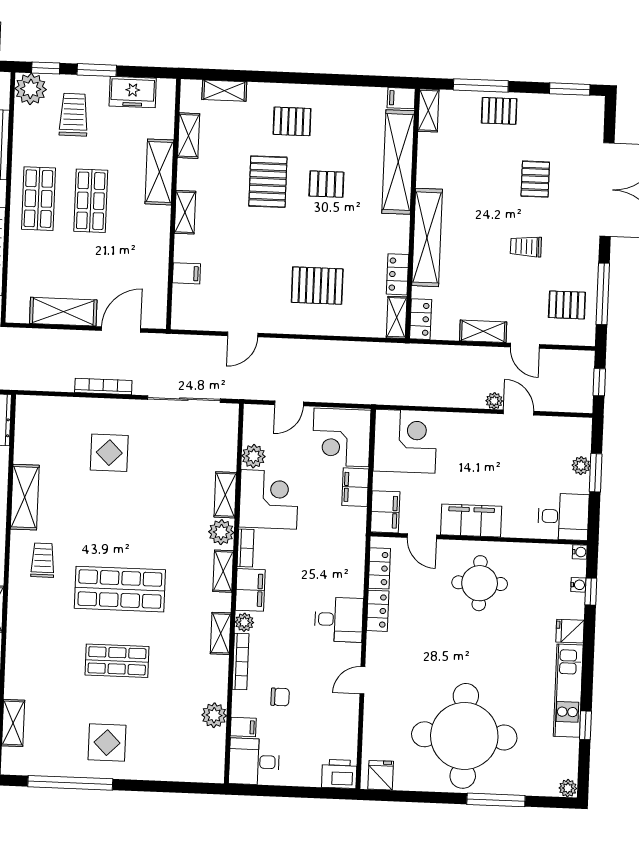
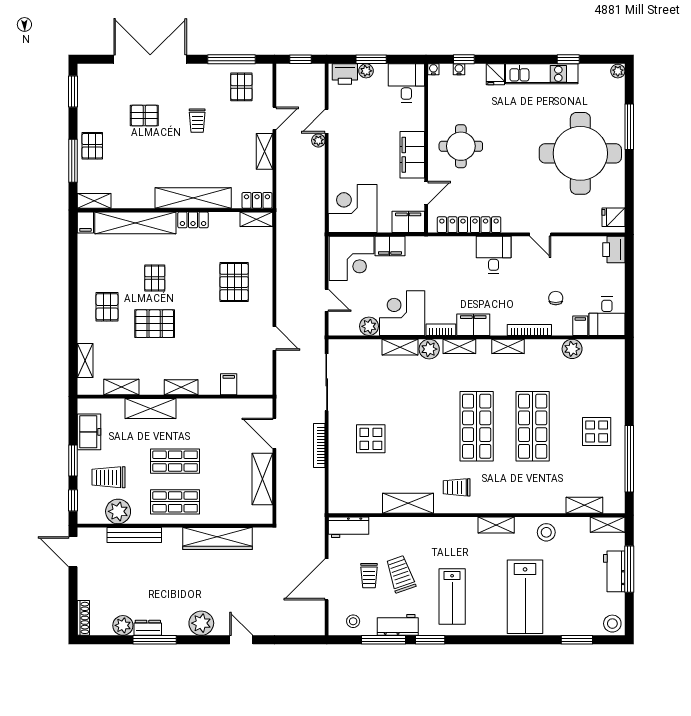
plant: (31, 89) -> (118, 511), moved
locker: (398, 274) -> (193, 220), moved
printer: (578, 438) -> (345, 74), added
plant: (244, 622) -> (499, 328), removed
shop shelf: (117, 661) -> (533, 426), width x1.43, depth x1.36

